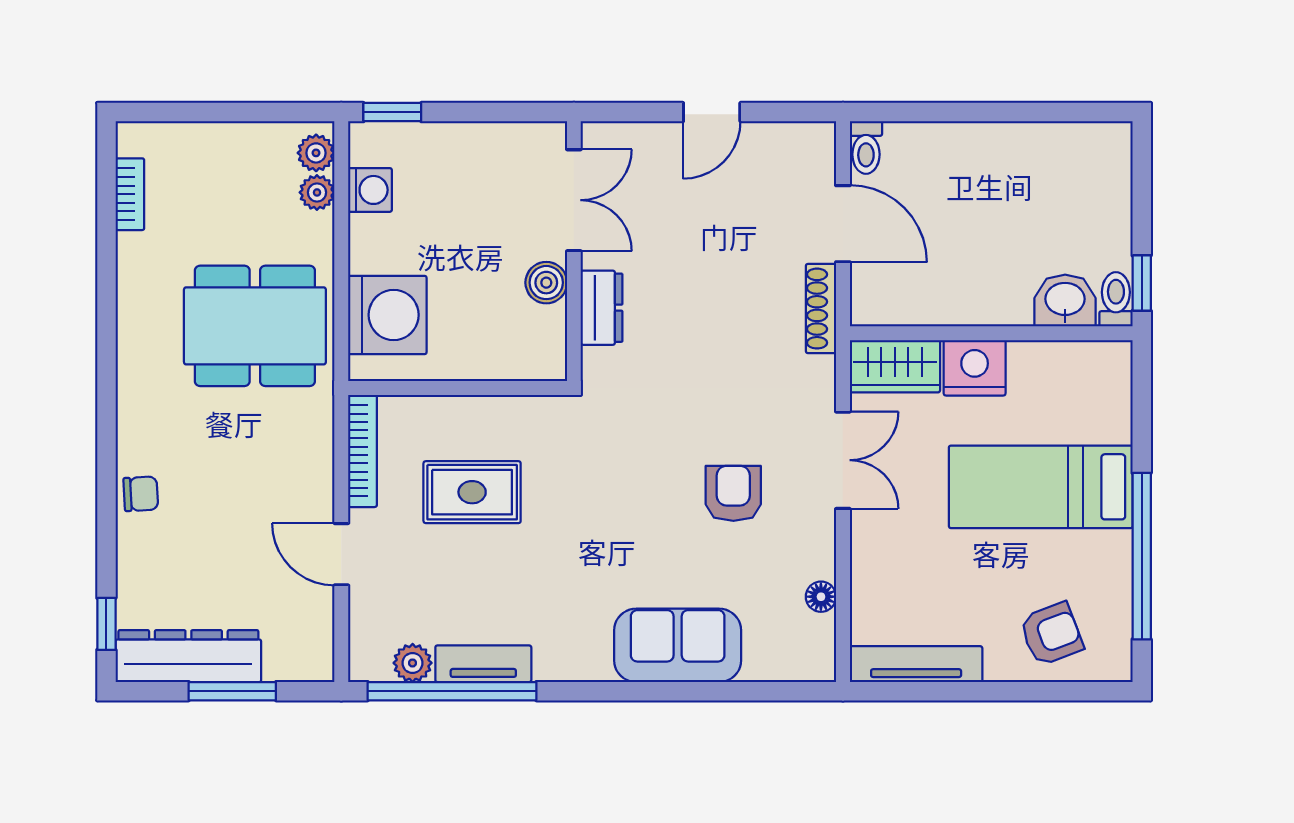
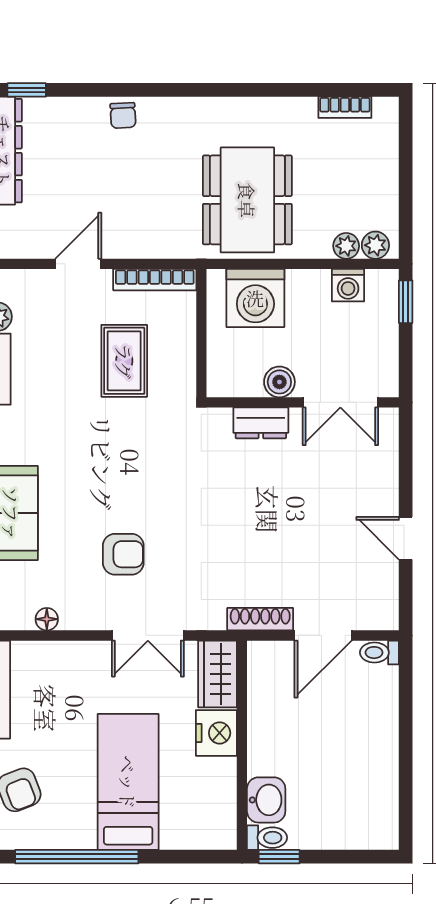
double door: (574, 200) -> (340, 402), moved
wall: (574, 251) -> (303, 402), moved
boiler: (546, 283) -> (279, 382), moved
dresser: (602, 308) -> (261, 423), moved

